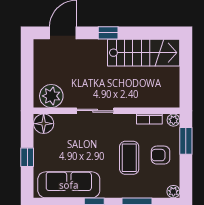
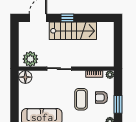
stairs: (144, 53) -> (73, 31), moved
window: (186, 141) -> (118, 104), moved
window: (27, 157) -> (15, 99), removed

